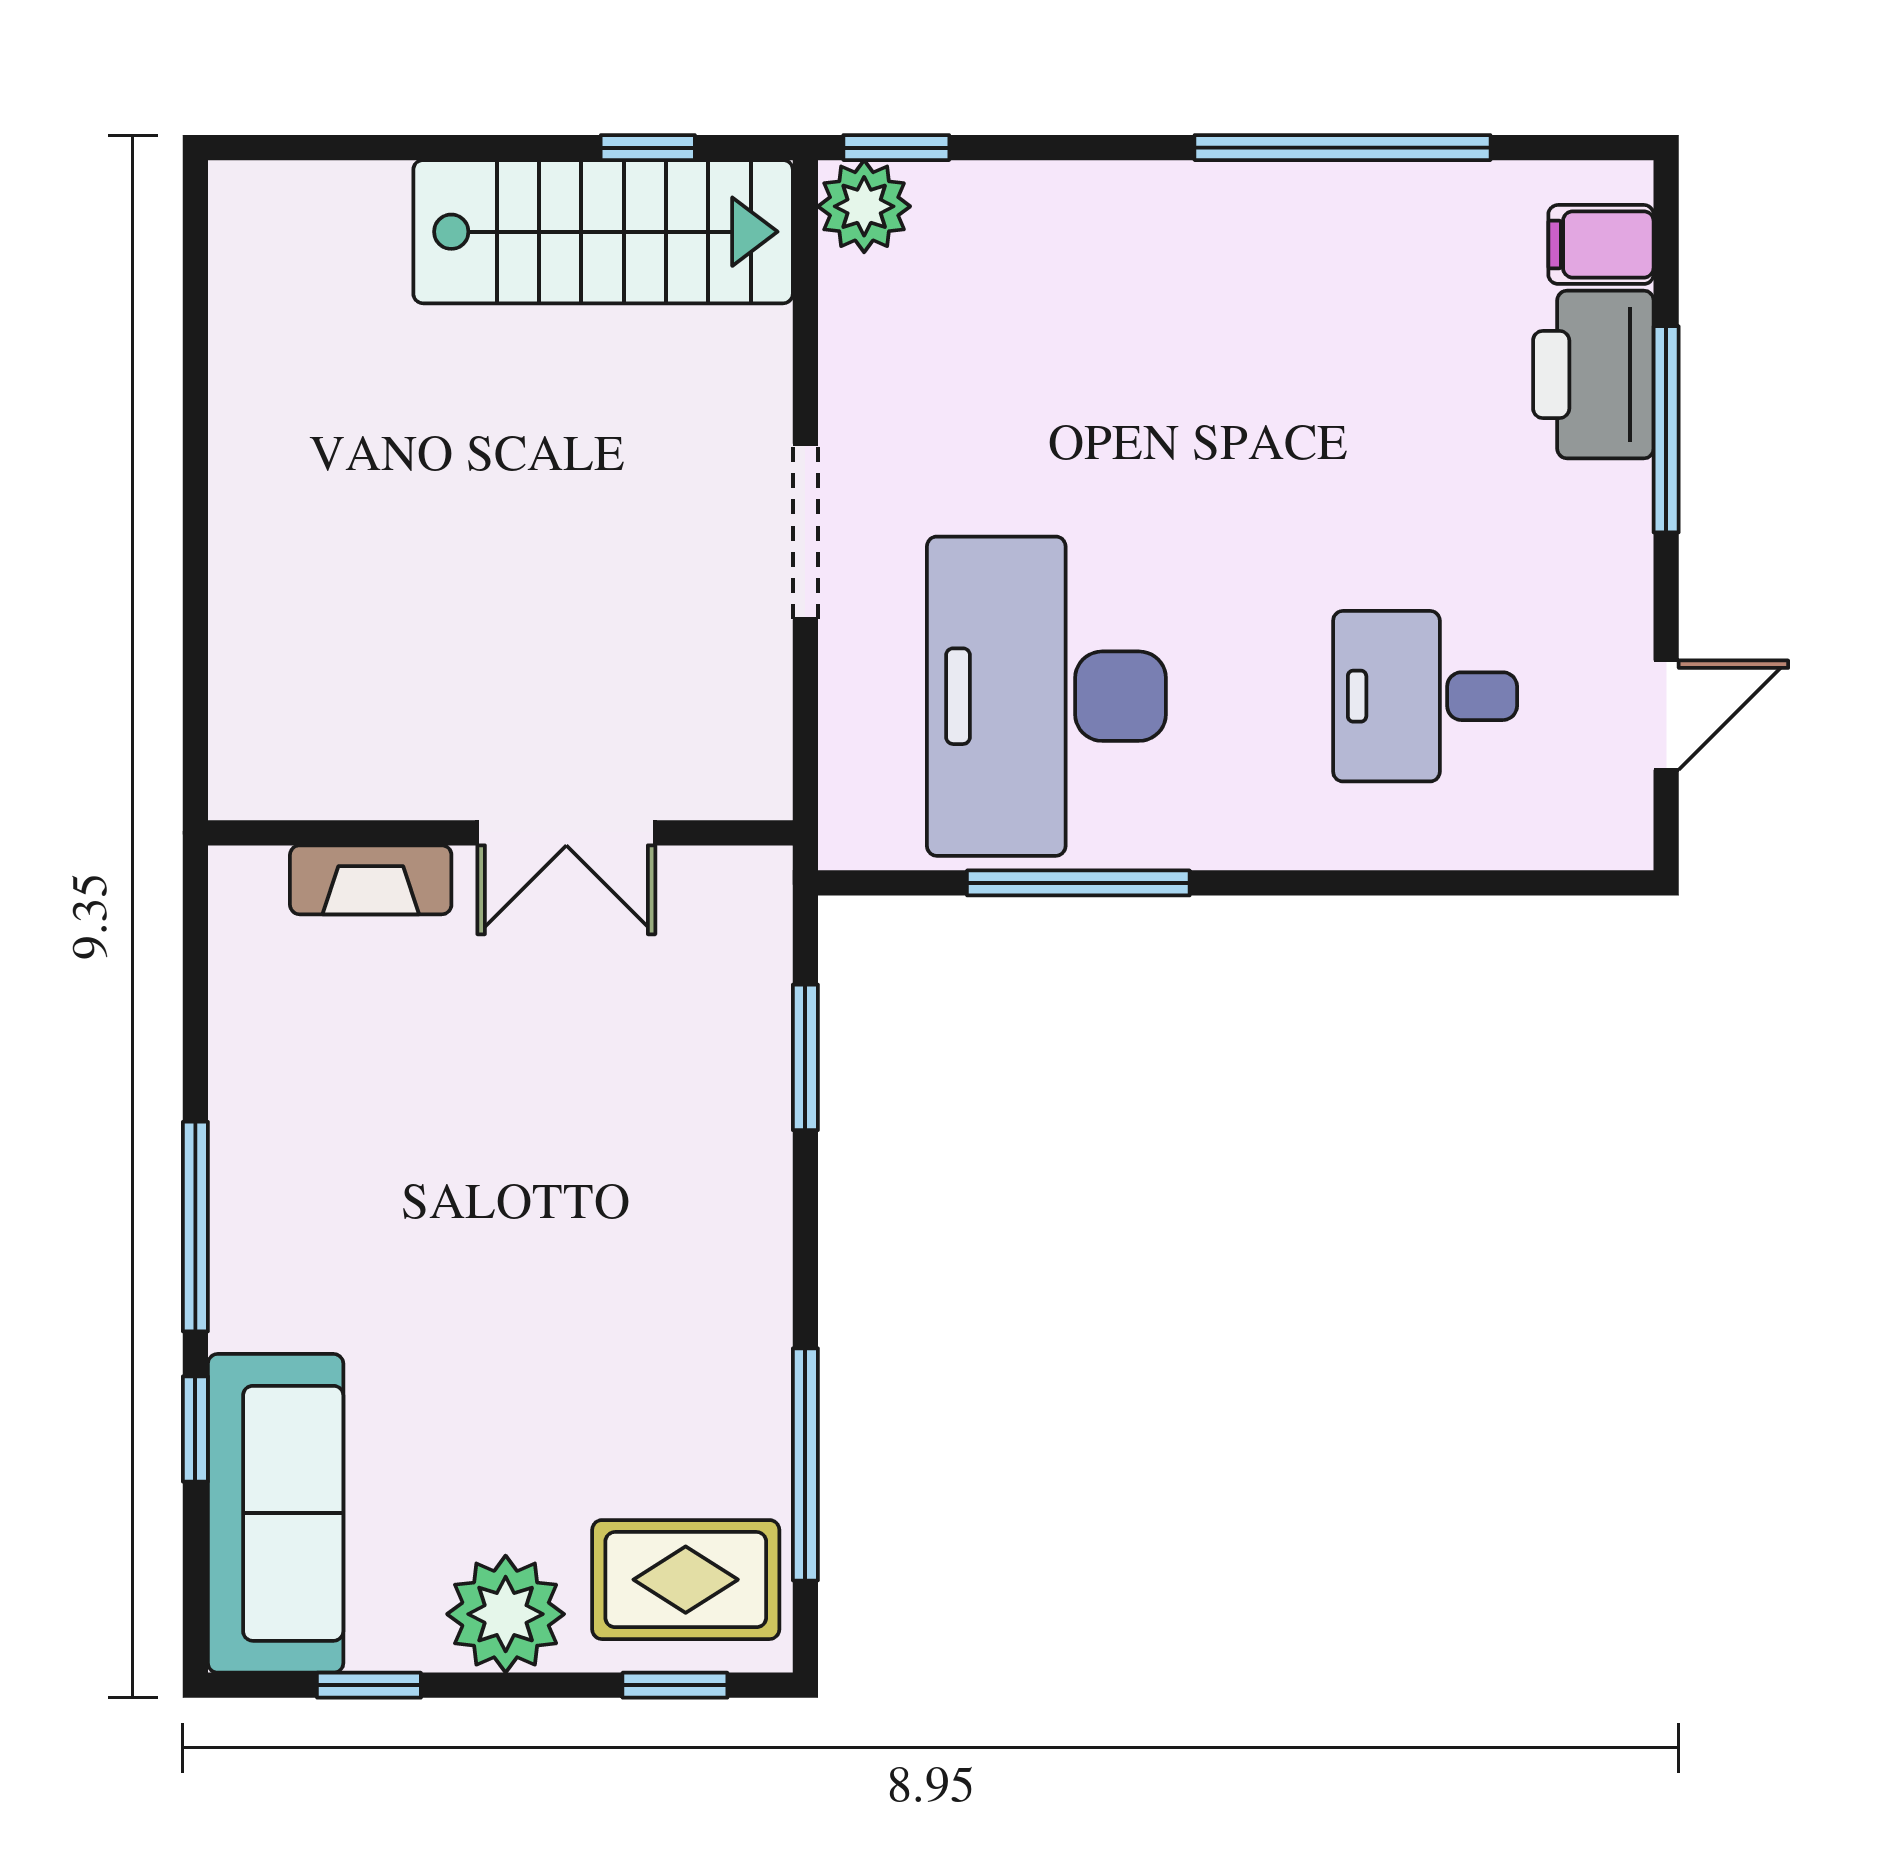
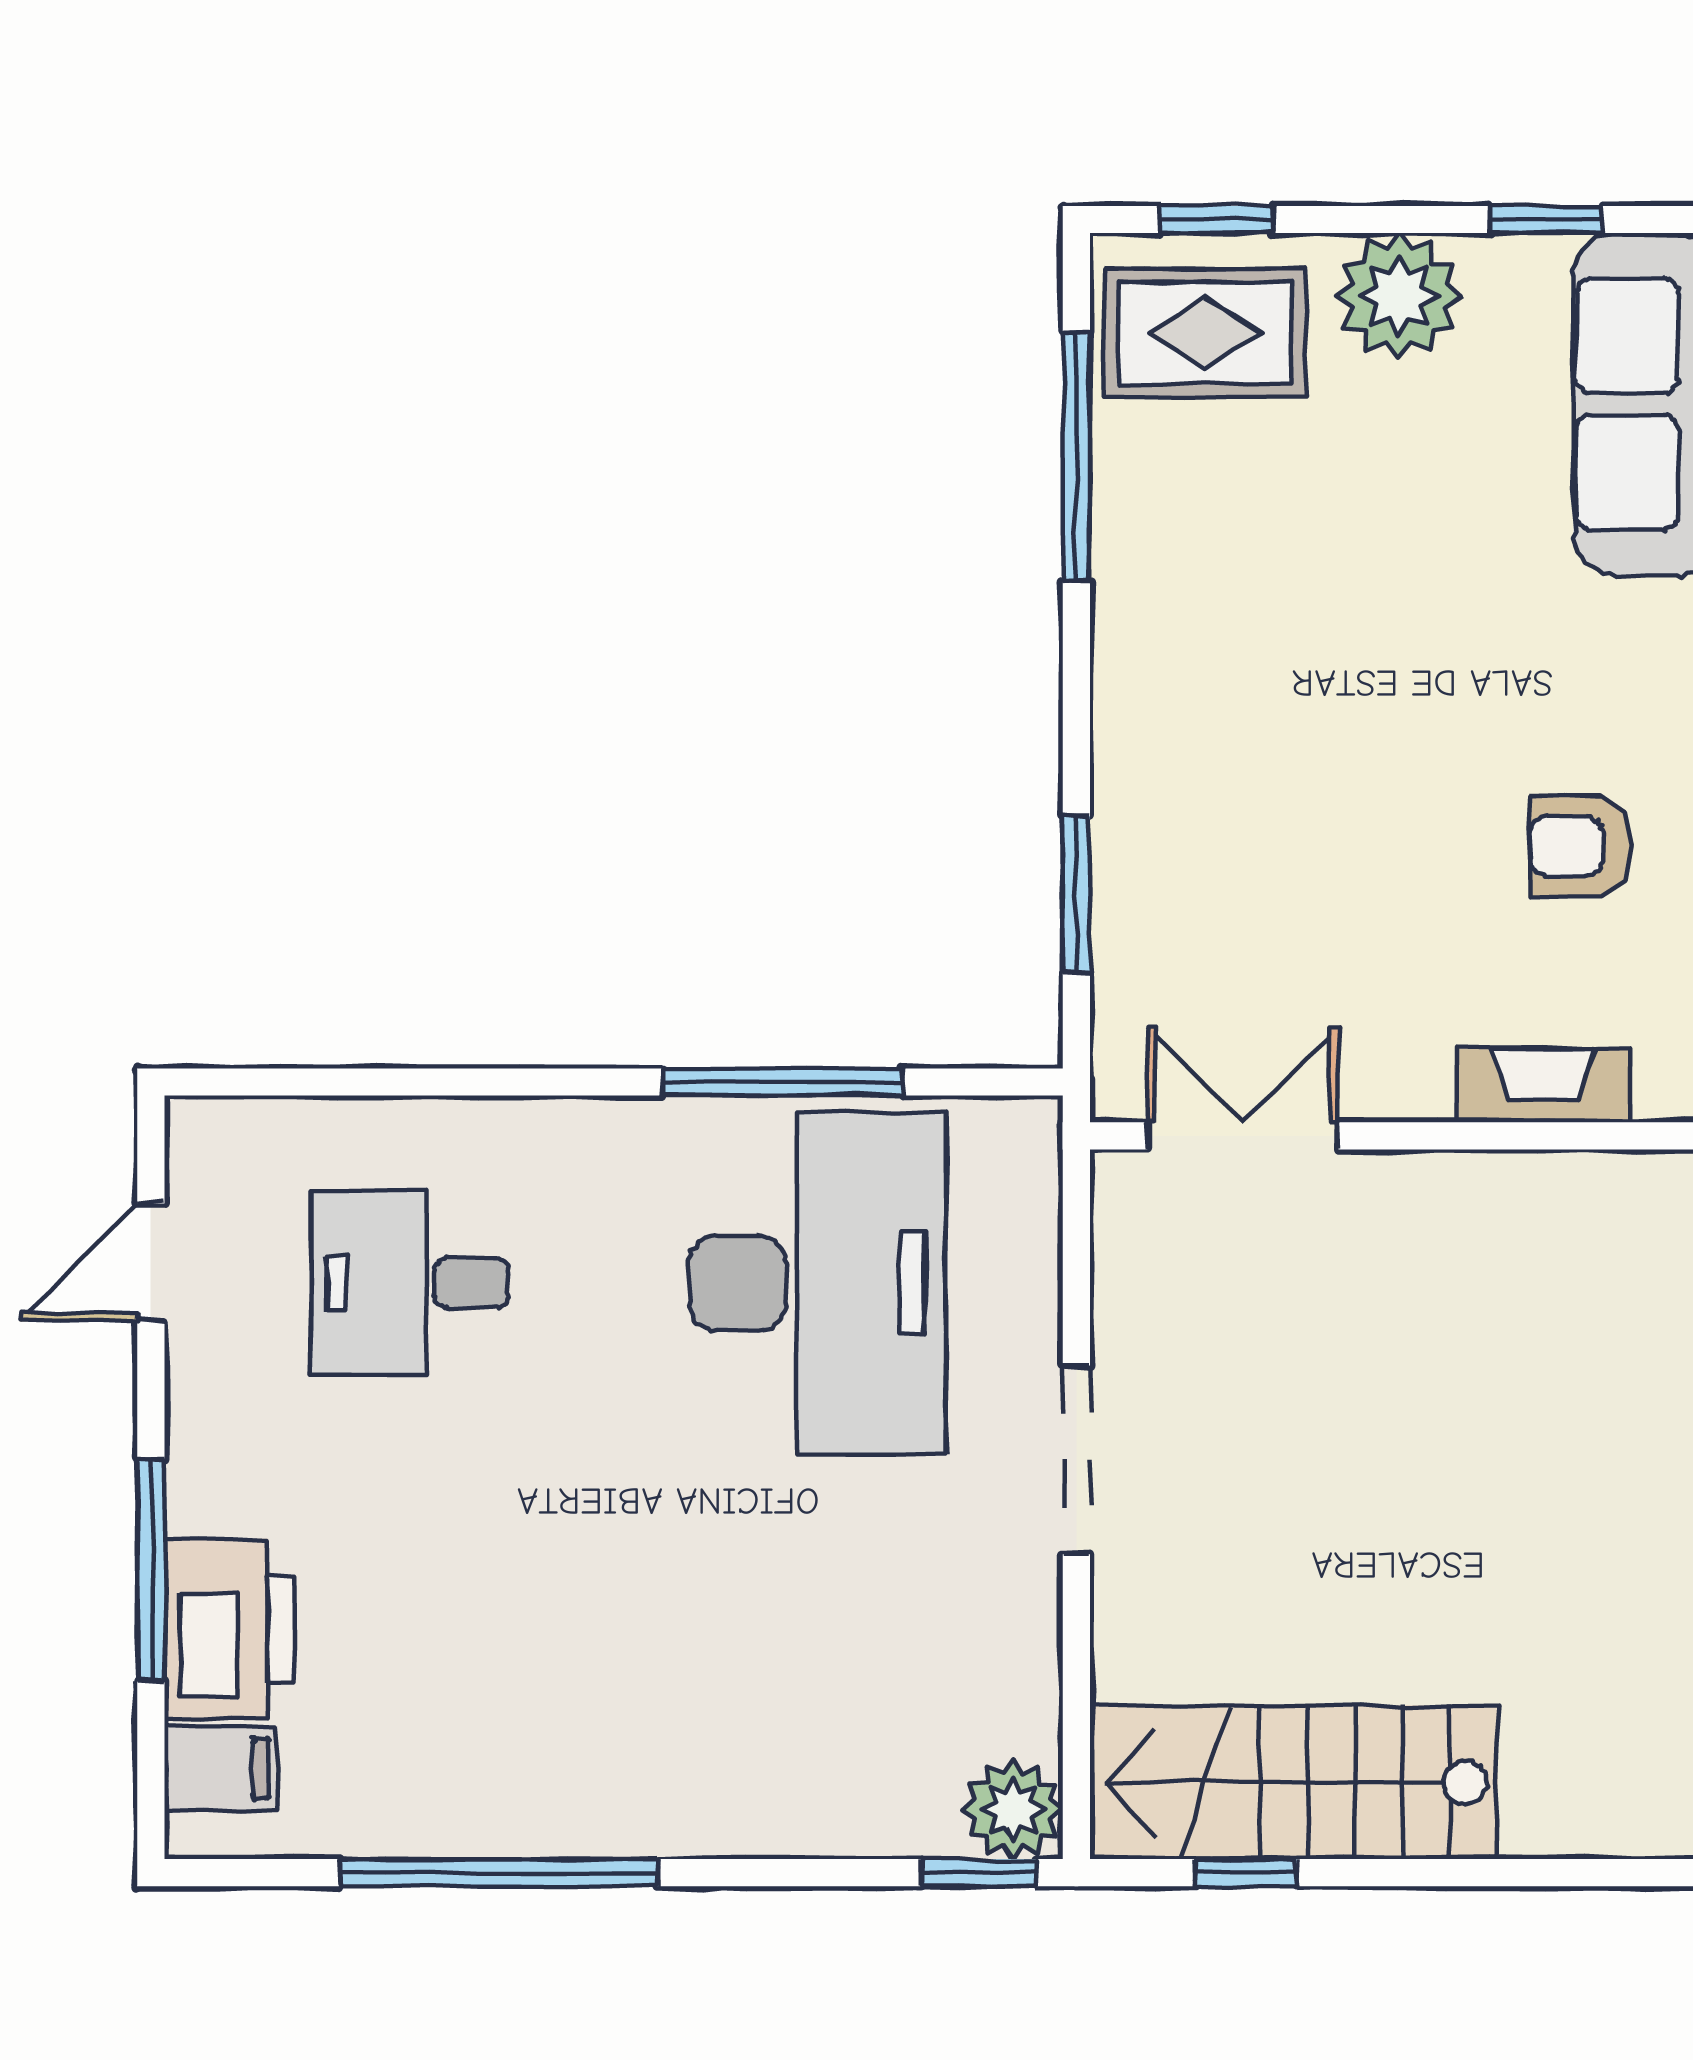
desk: (1425, 696) -> (410, 1283), turned 180
double door: (566, 833) -> (1243, 1136), moved
armchair: (336, 1103) -> (1581, 846), added

